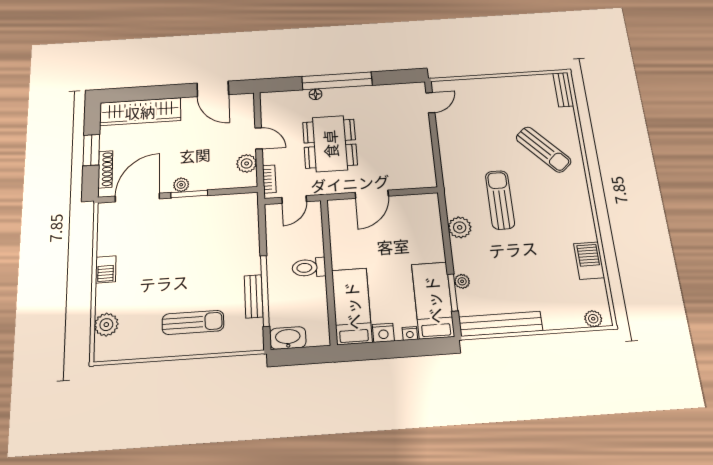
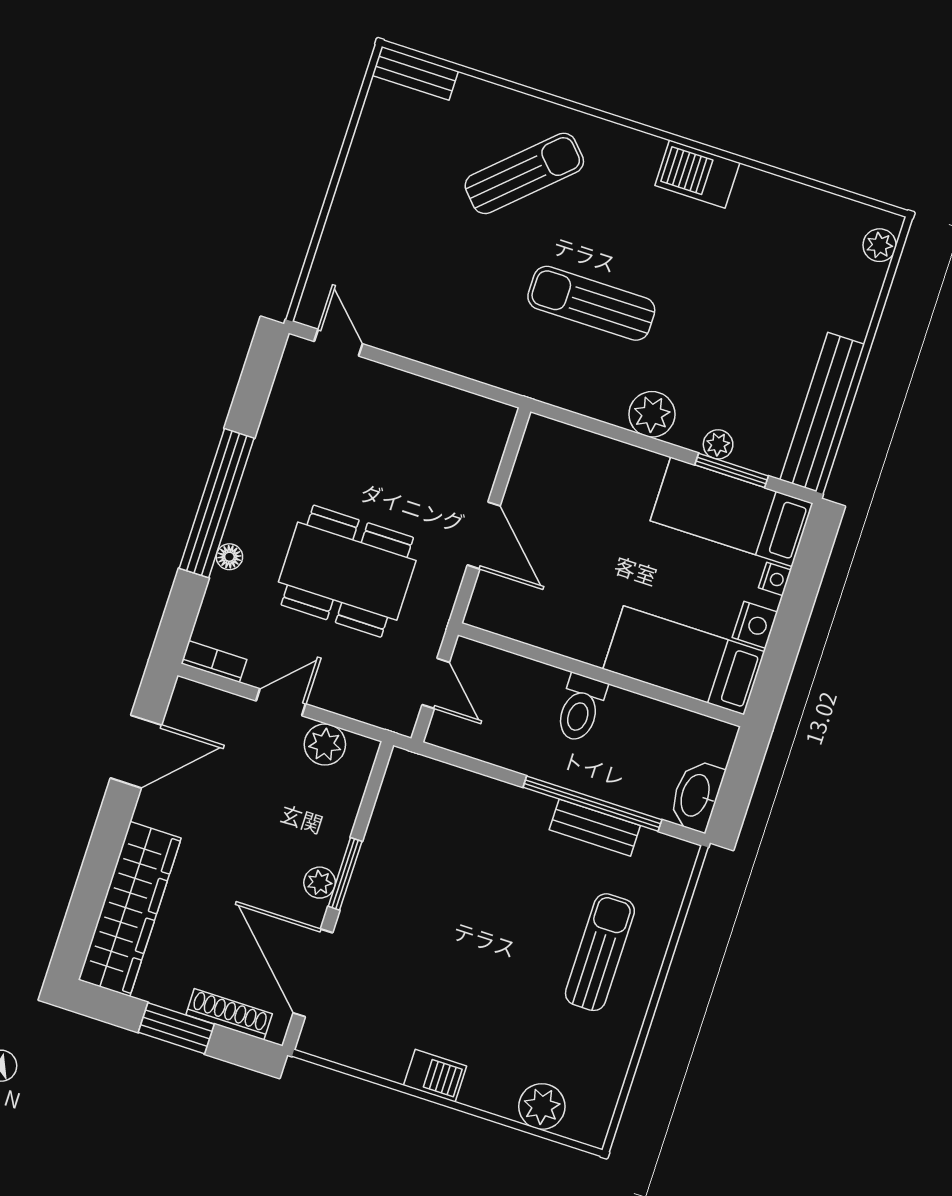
bookcase: (269, 179) -> (214, 662), moved
plant: (460, 227) -> (652, 414), moved
barbecue: (589, 261) -> (697, 174), moved

